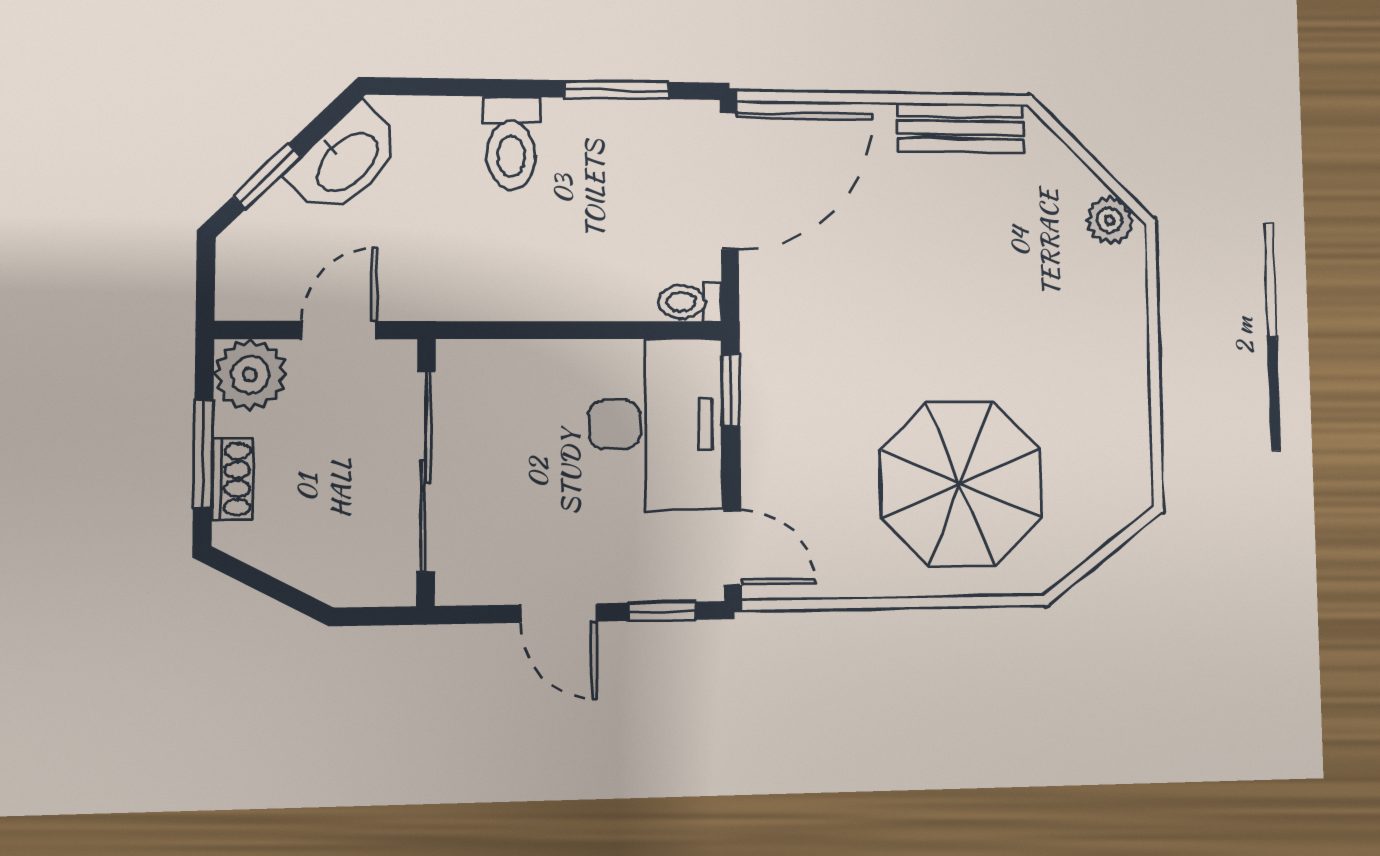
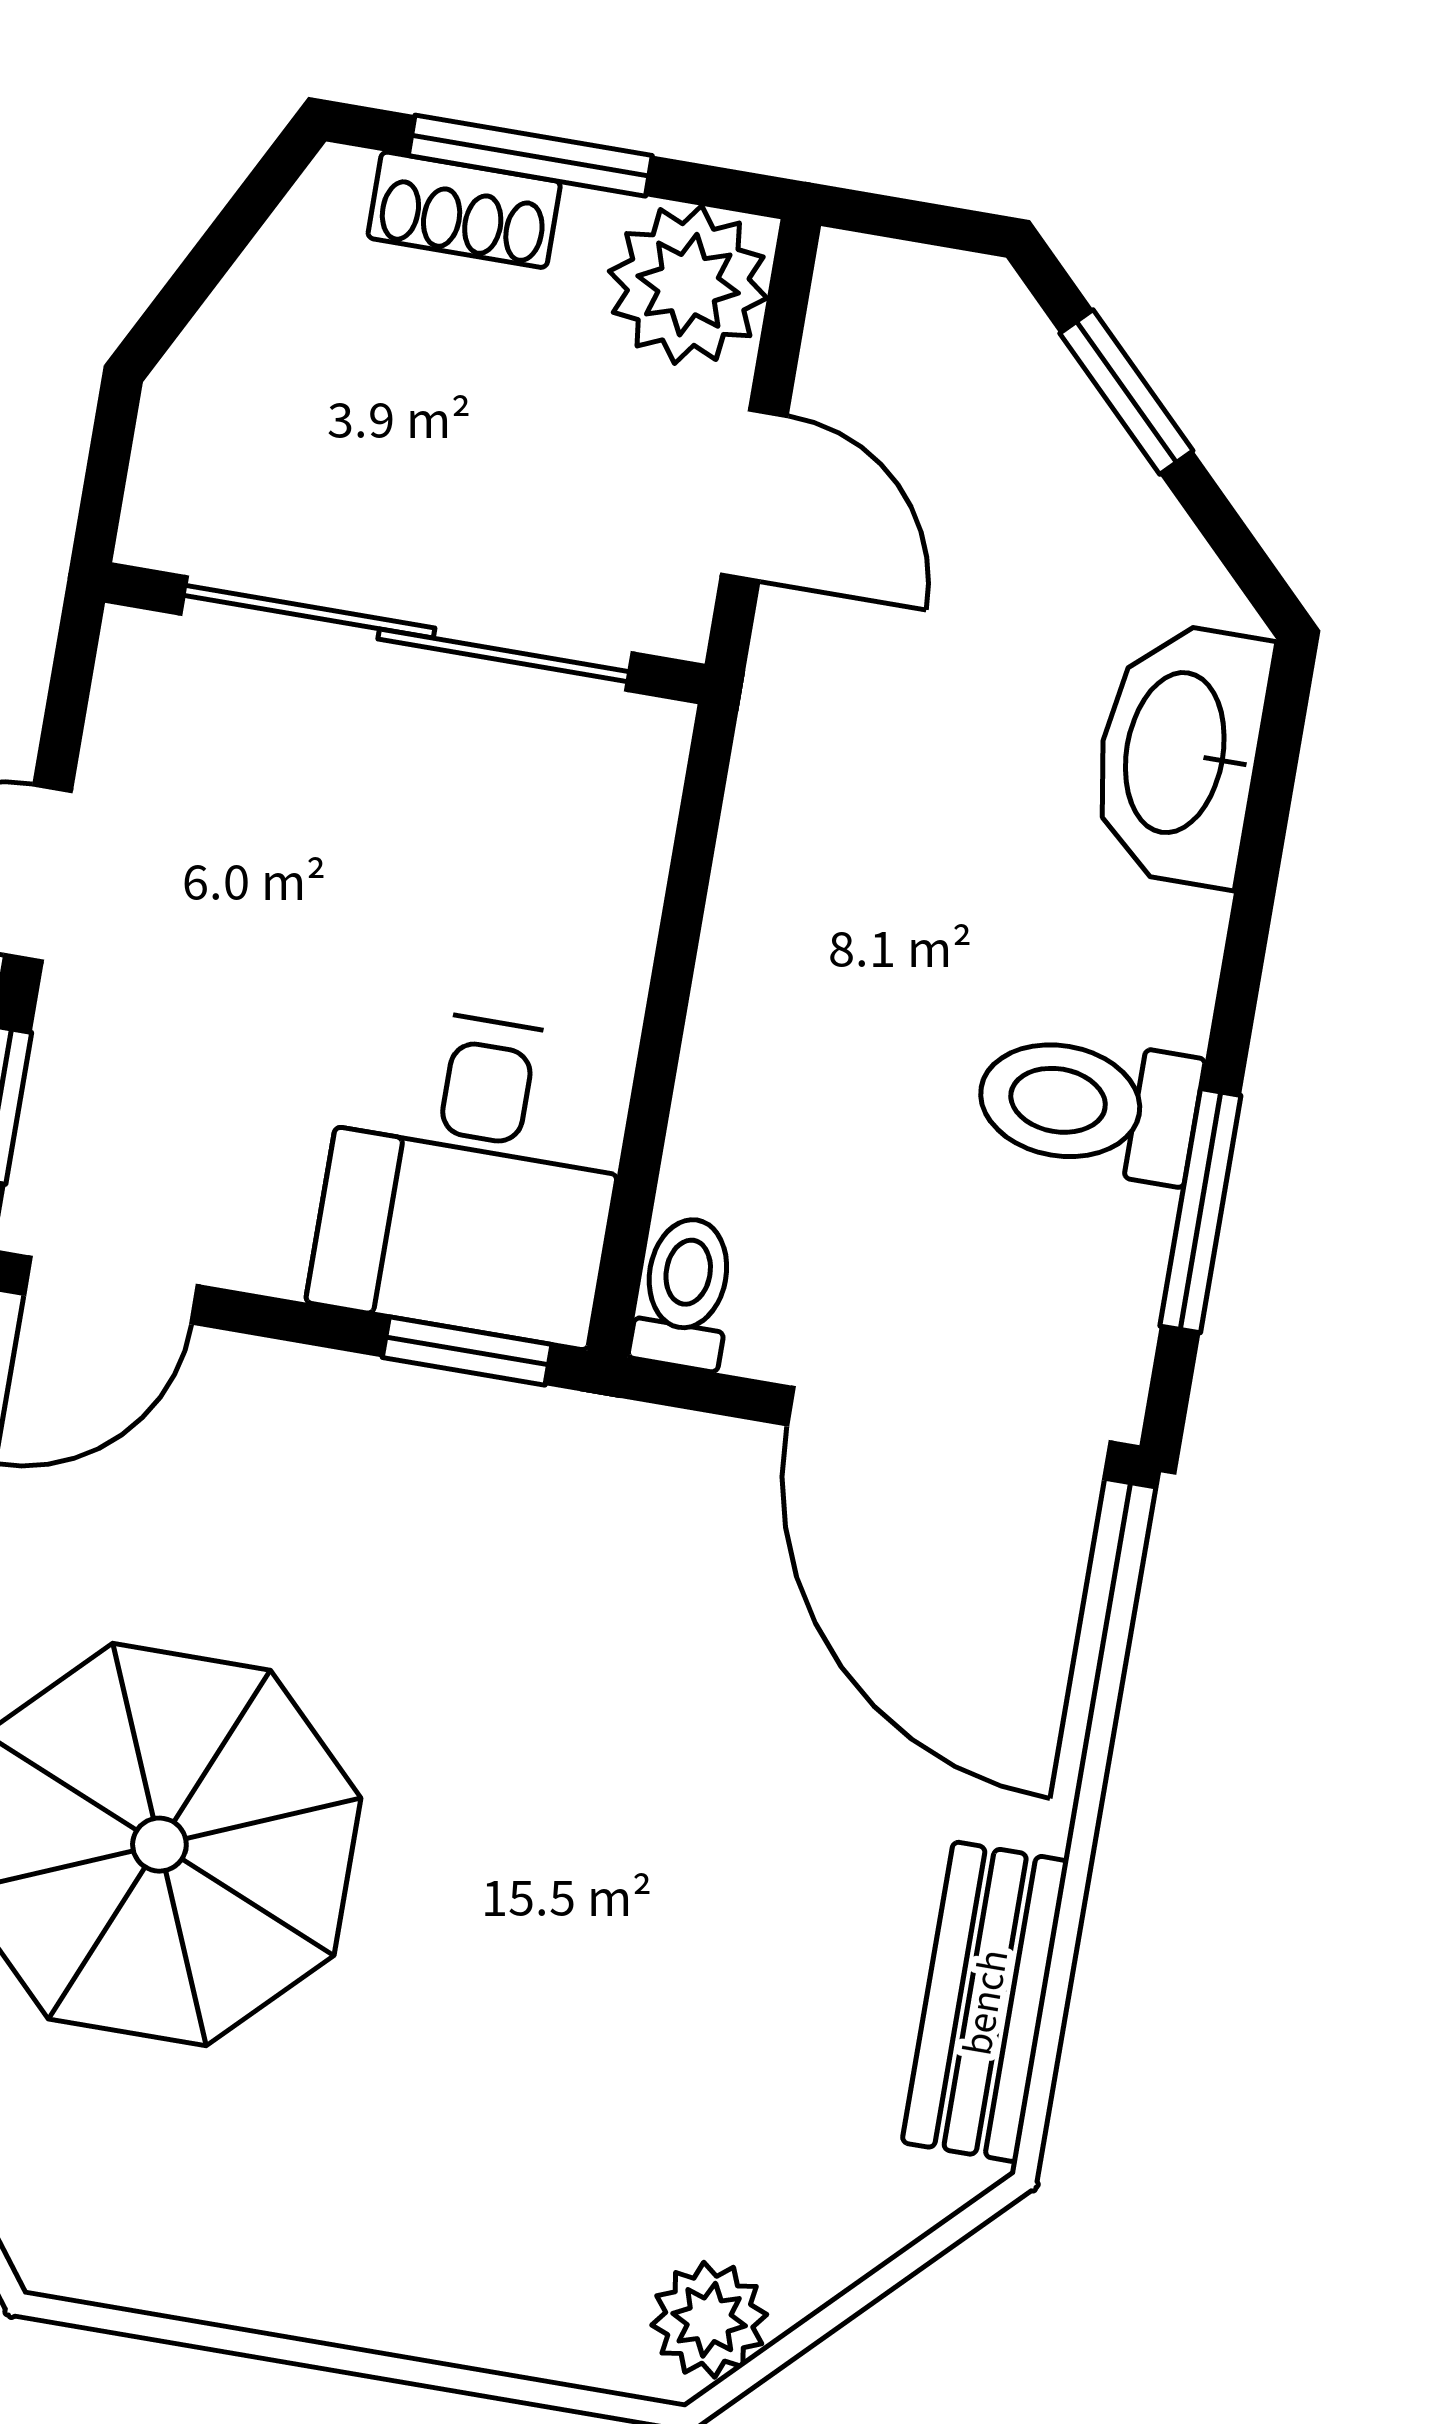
toilet: (511, 143) -> (1088, 1105), moved
washbasin: (346, 161) -> (1179, 753), moved, turned 45
desk: (656, 424) -> (472, 1175), width x0.73

